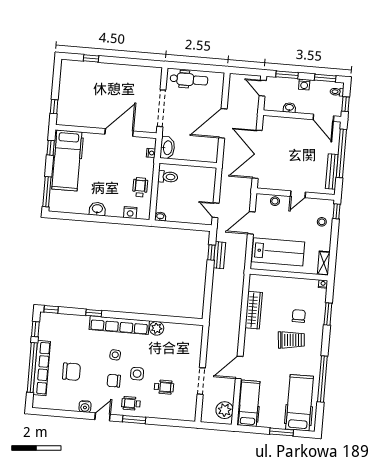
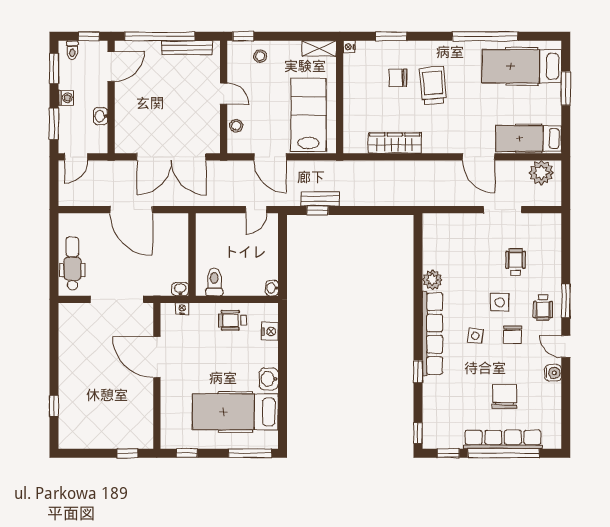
washbasin: (167, 148) -> (180, 289), width x0.52, depth x0.69
hospital bed: (67, 161) -> (235, 412), moved, turned 180

